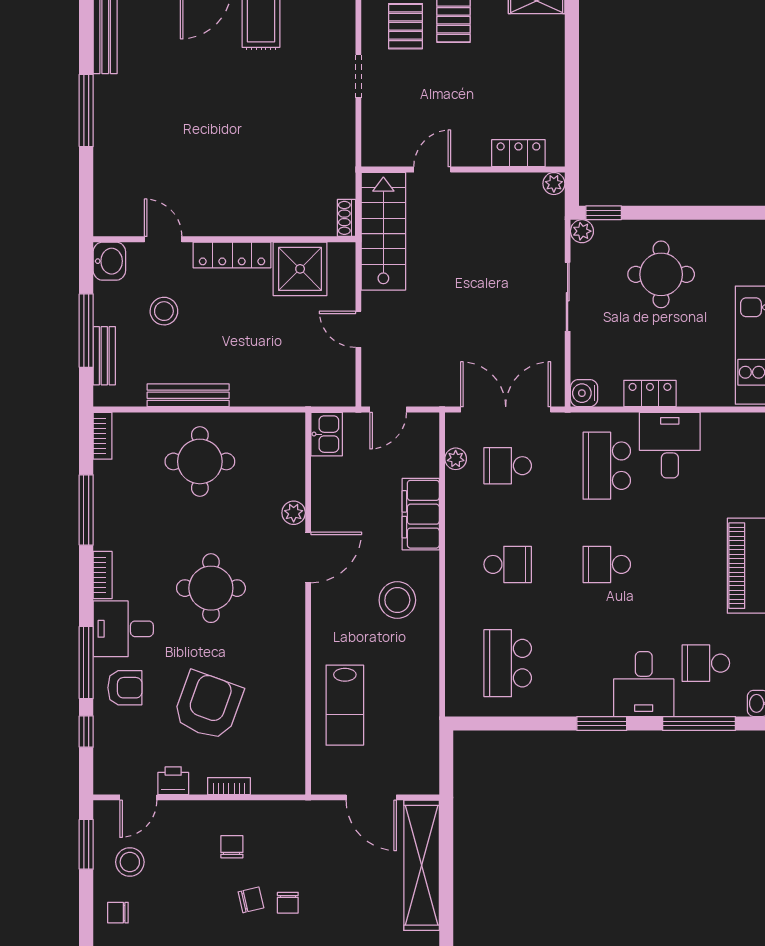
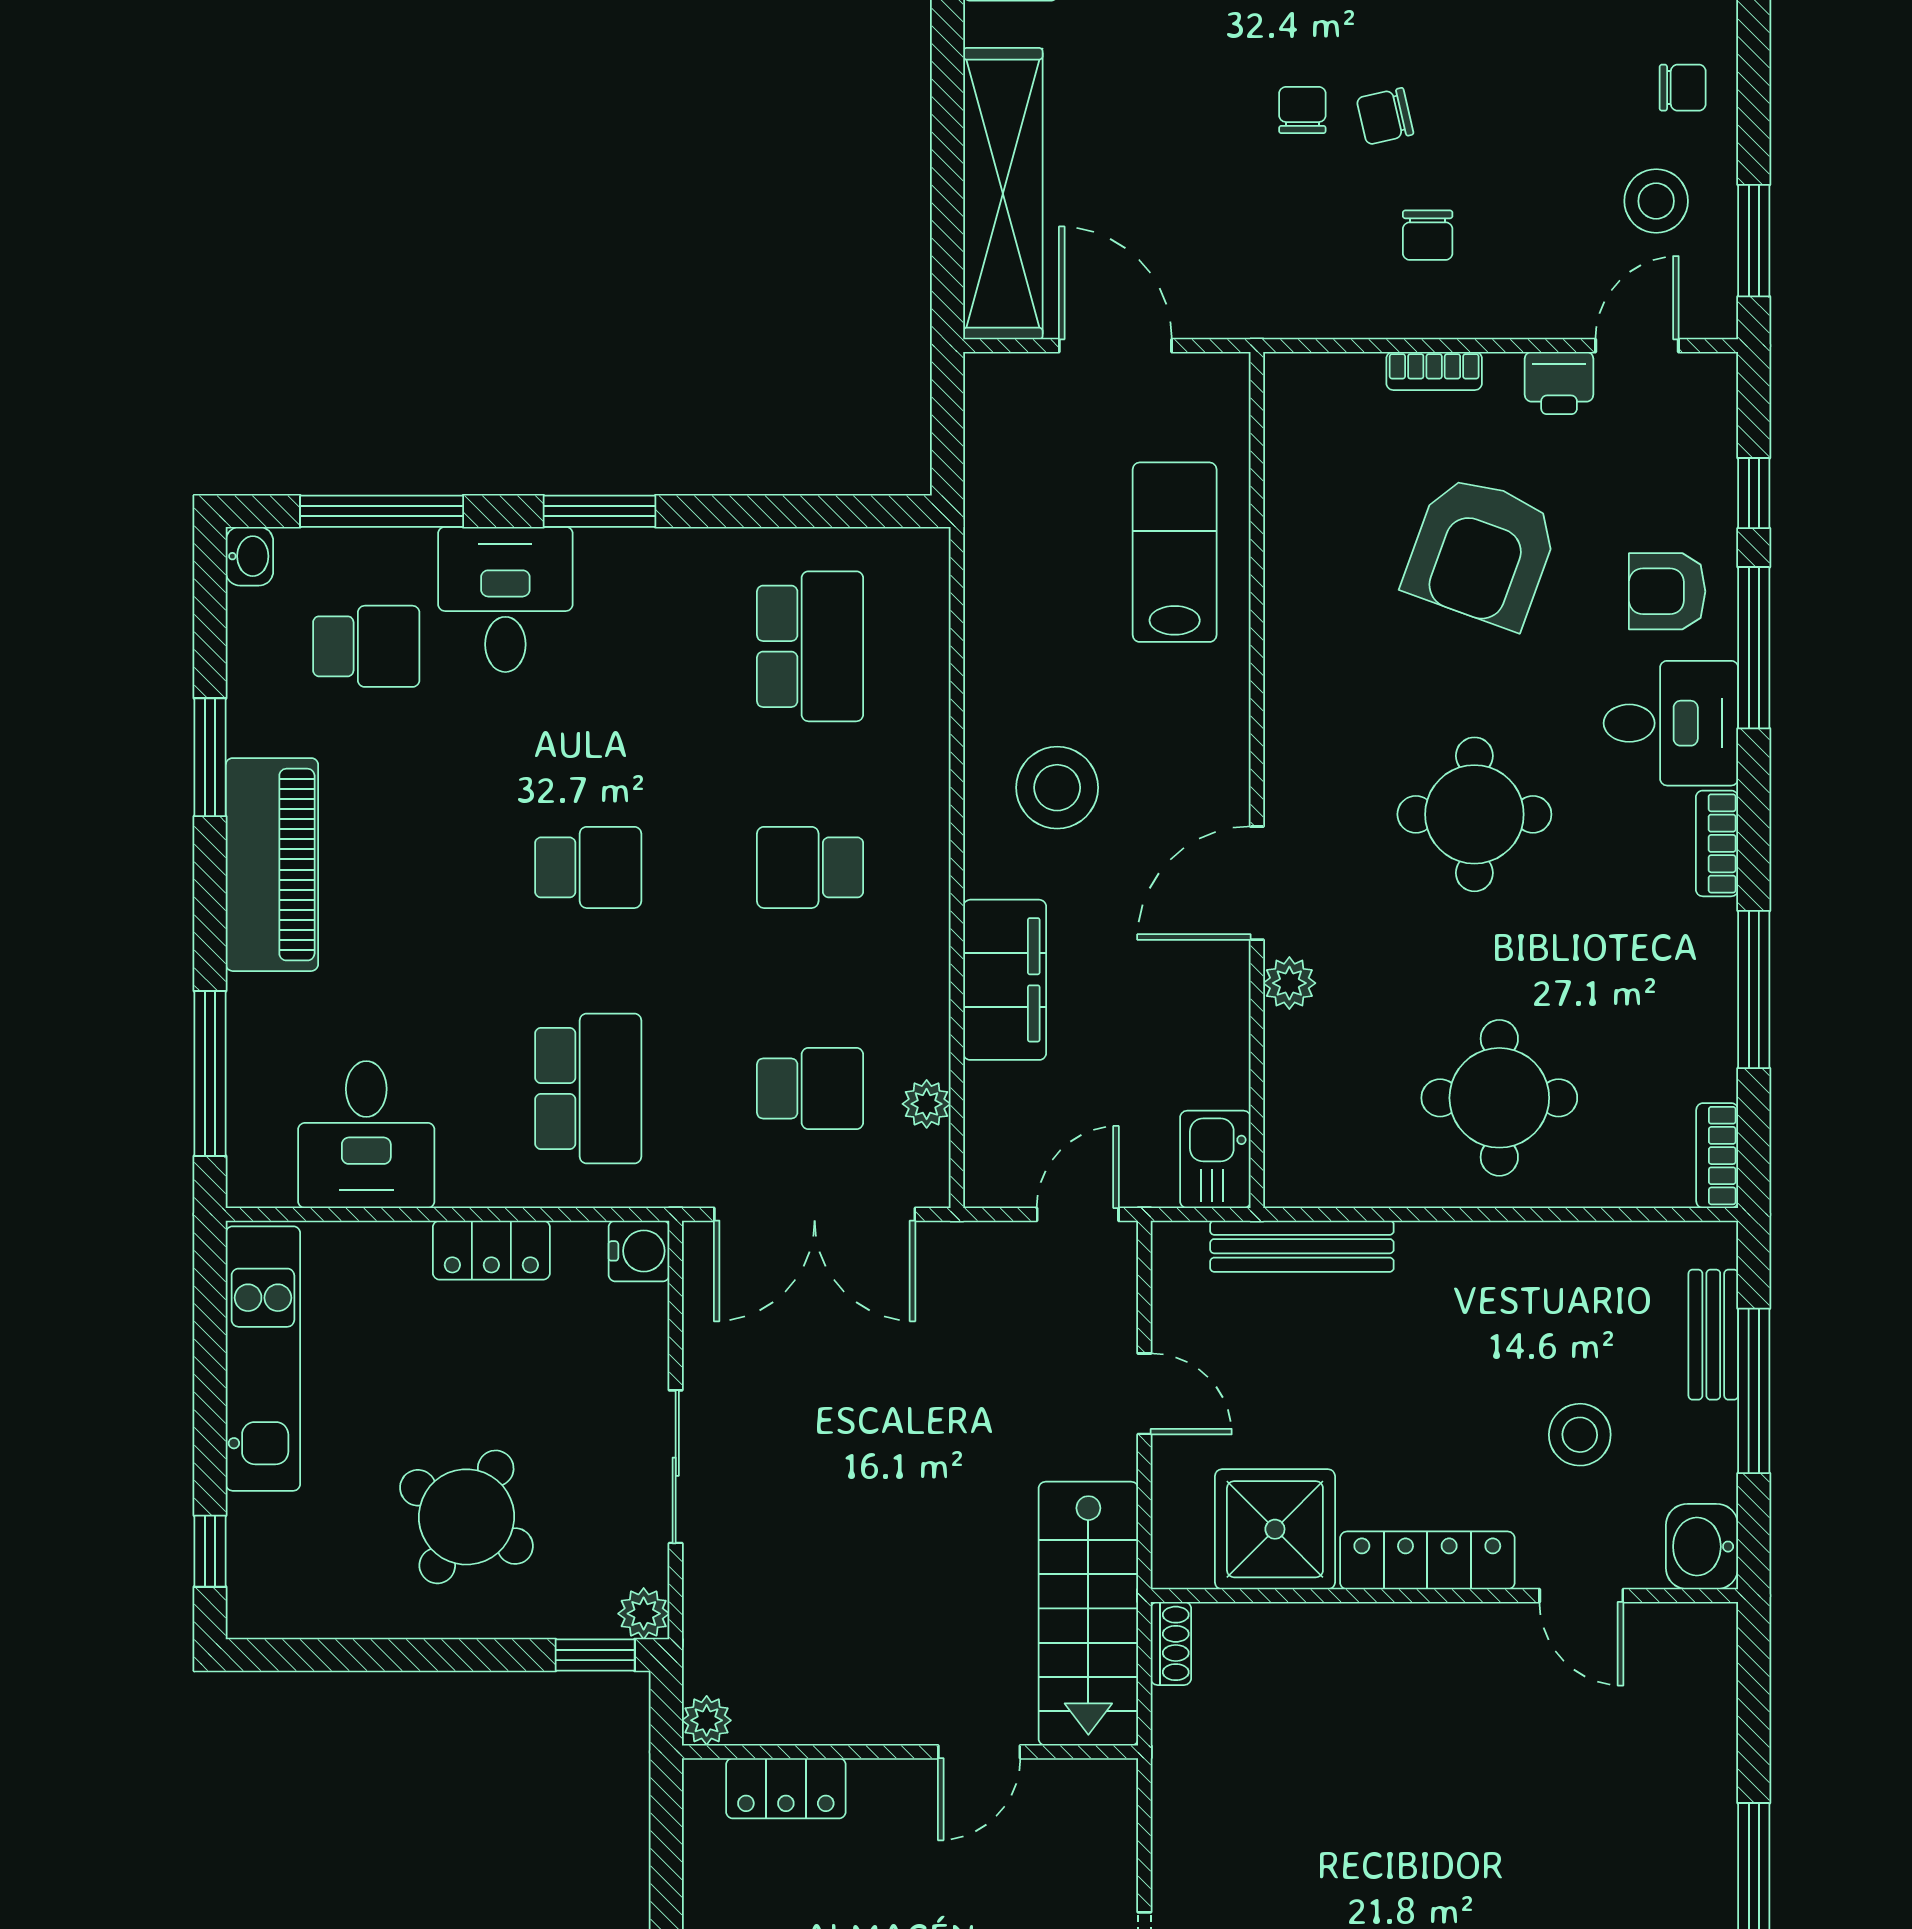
round table: (661, 274) -> (466, 1517), turned 31
bench: (188, 395) -> (1302, 1246), moved
desk: (670, 445) -> (366, 1135), moved

